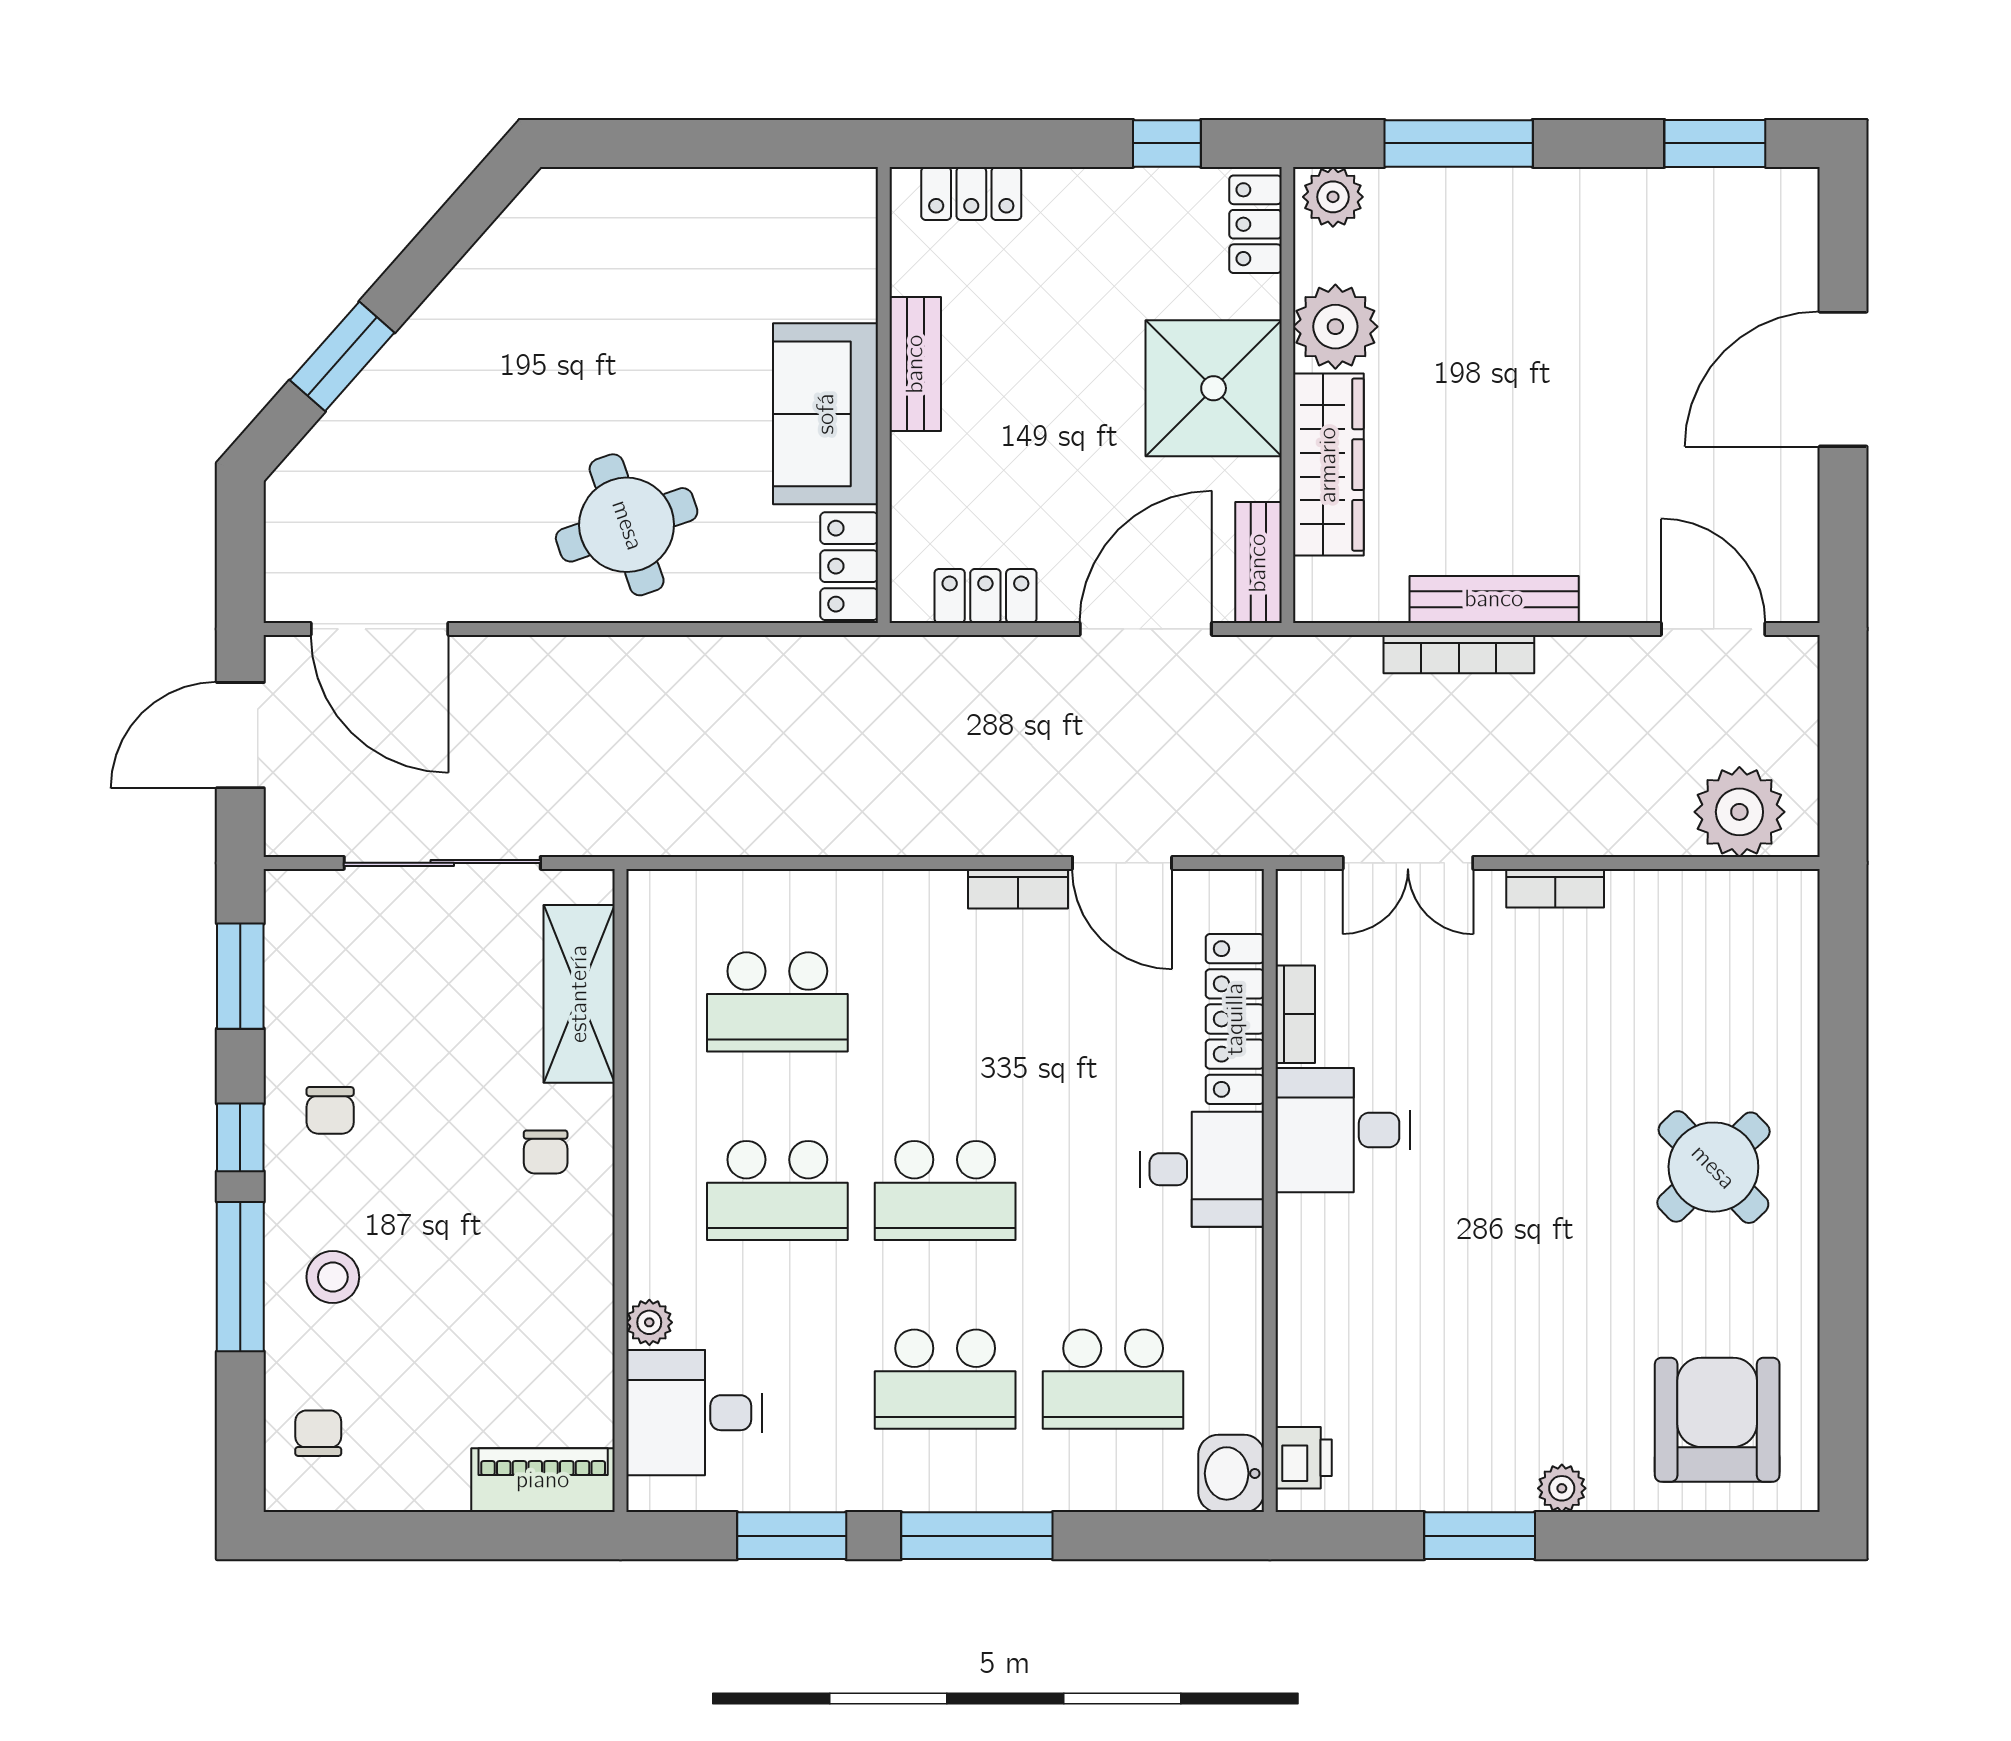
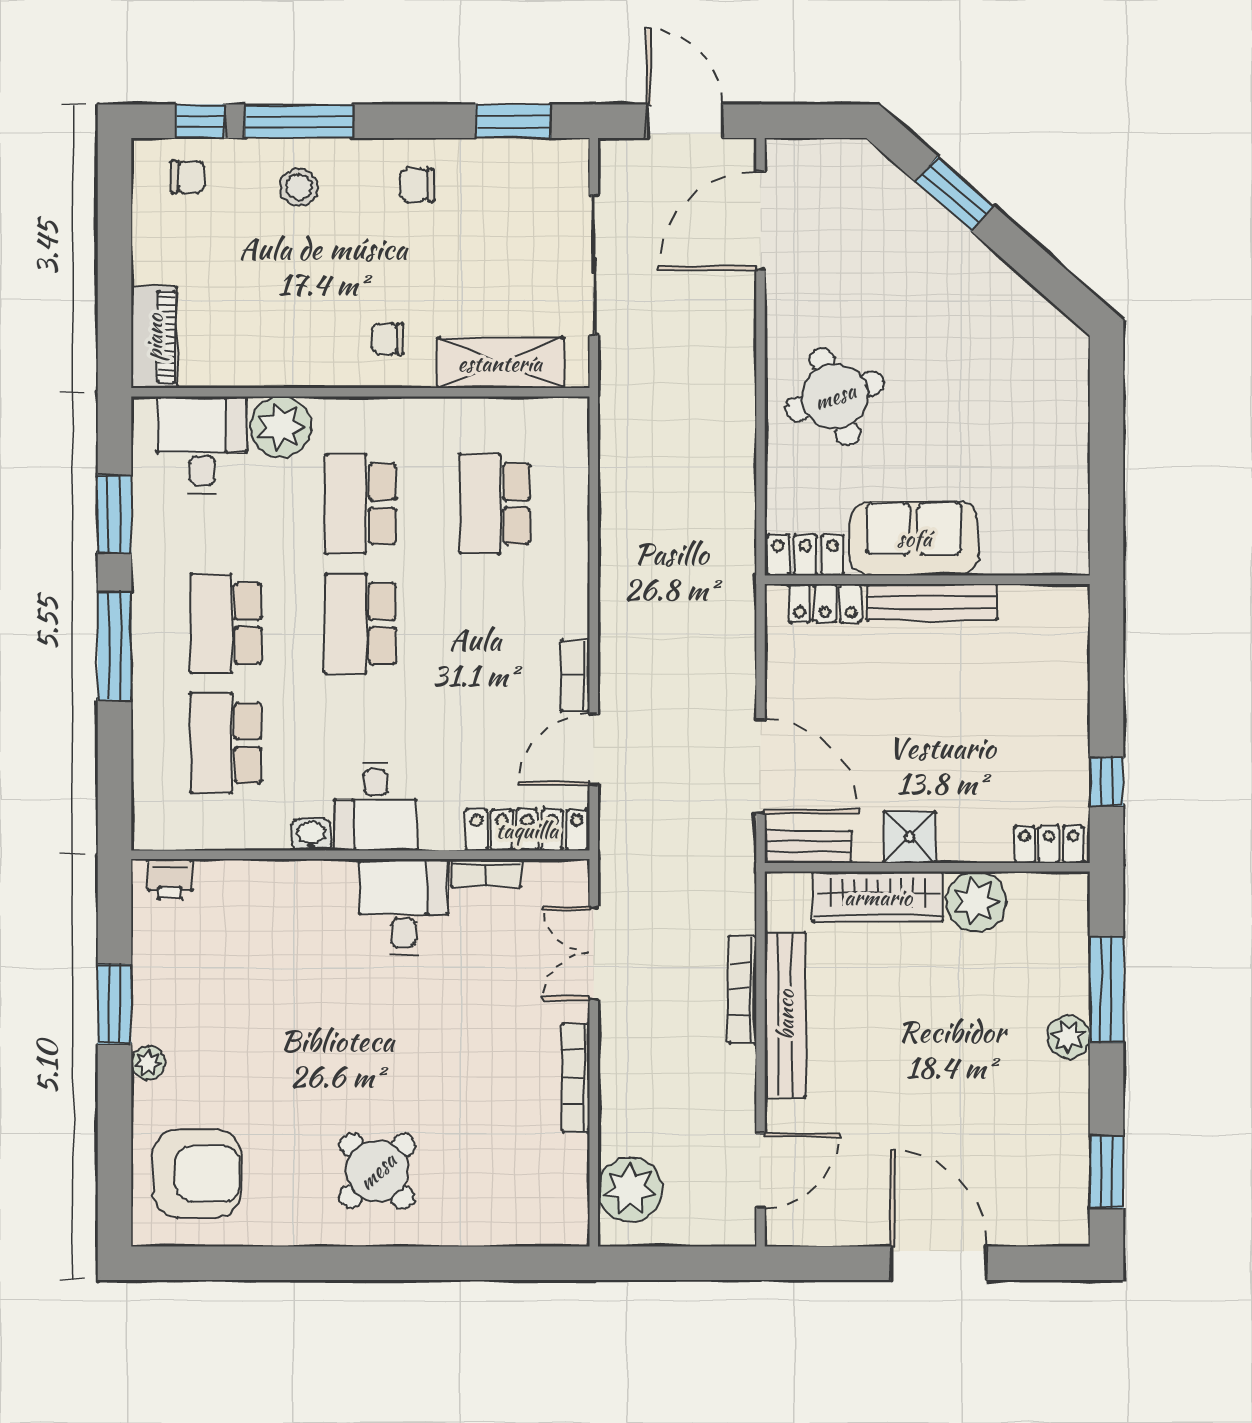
locker: (971, 193) -> (1071, 642), removed
plant: (1333, 197) -> (1068, 1037), moved
bench: (915, 364) -> (932, 602), width x1.36
shower: (1214, 388) -> (910, 837), width x0.54, depth x0.54
locker: (985, 596) -> (825, 603), moved, turned 90
bench: (1494, 599) -> (785, 1015), width x1.37, depth x1.21
bookcase: (1555, 888) -> (576, 1078), width x1.56
locker: (1235, 1019) -> (527, 830), moved
window: (240, 1137) -> (200, 121), moved
plant: (649, 1322) -> (281, 427), width x1.88, depth x1.88
washbasin: (1231, 1473) -> (311, 835), moved, width x0.72, depth x0.69

